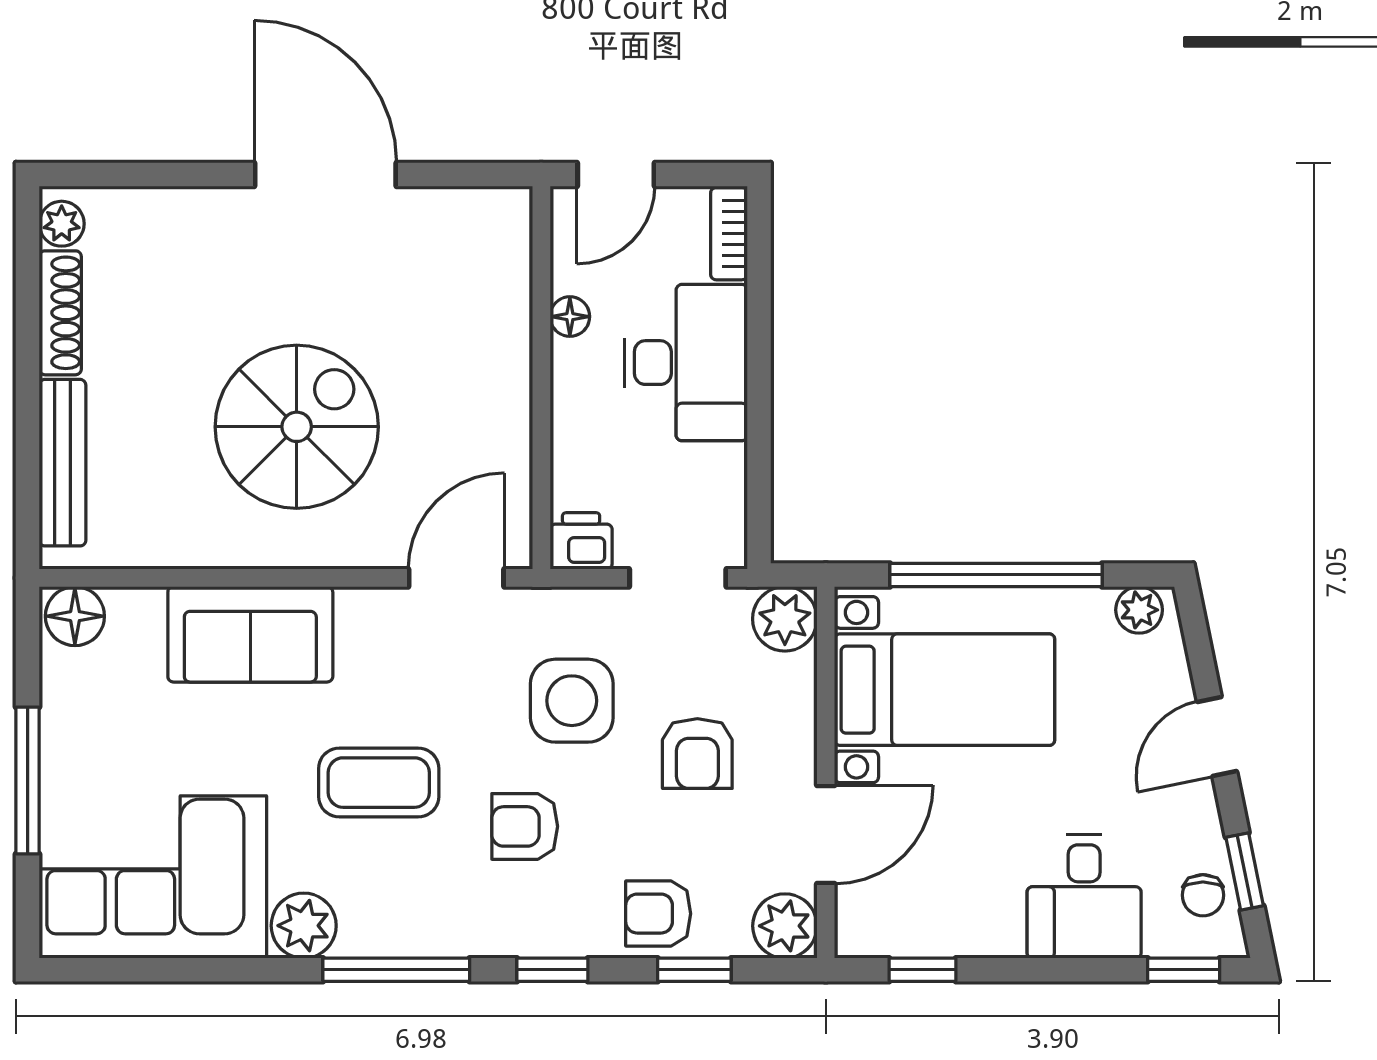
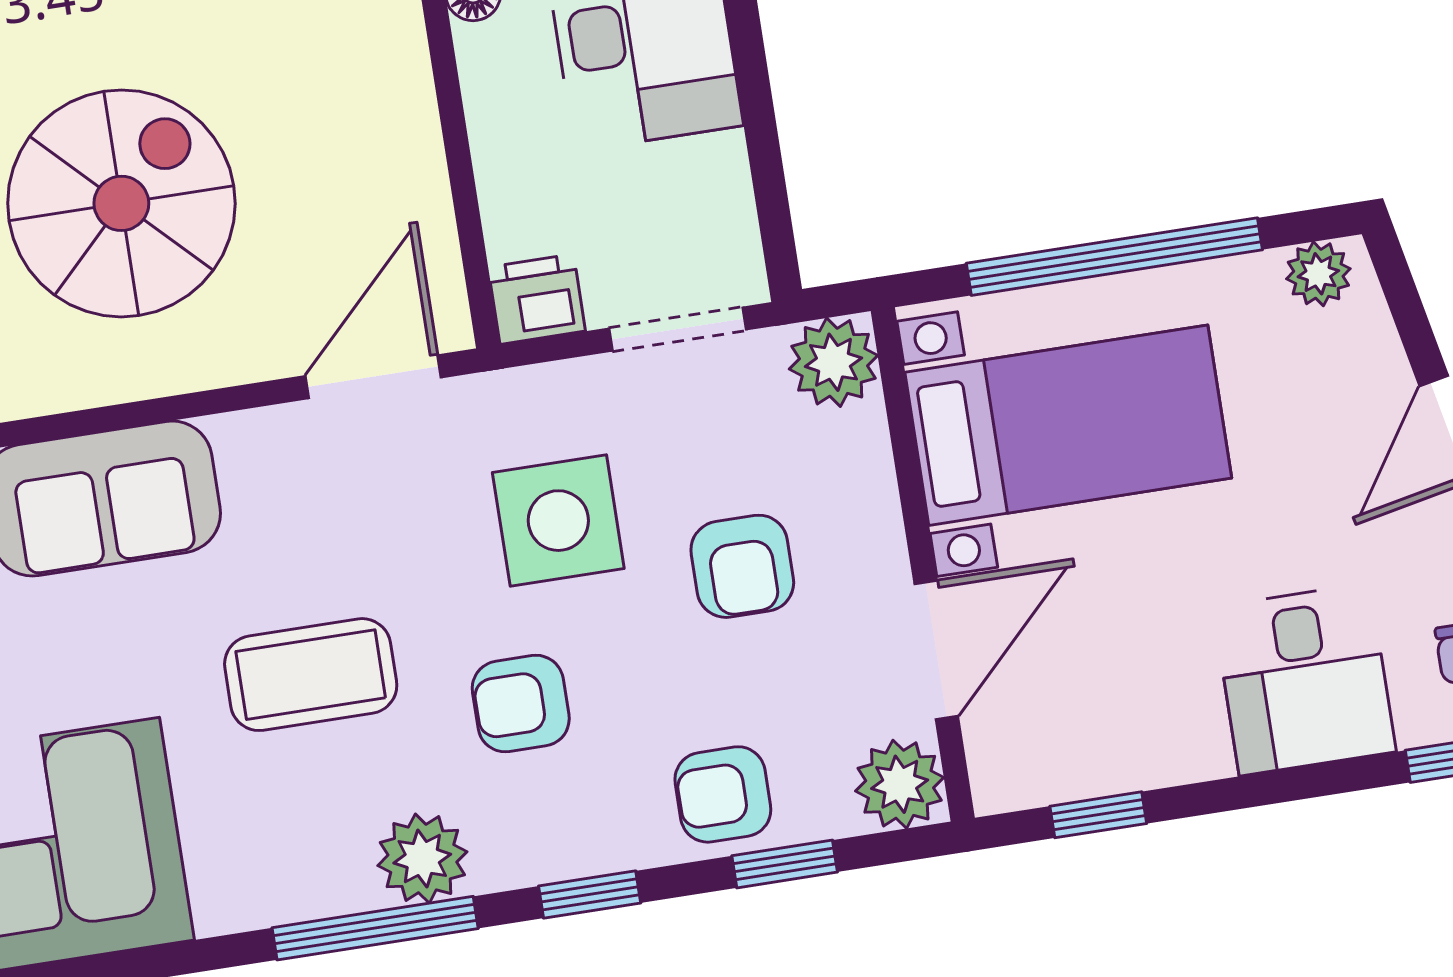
plant: (304, 926) -> (422, 859), moved

